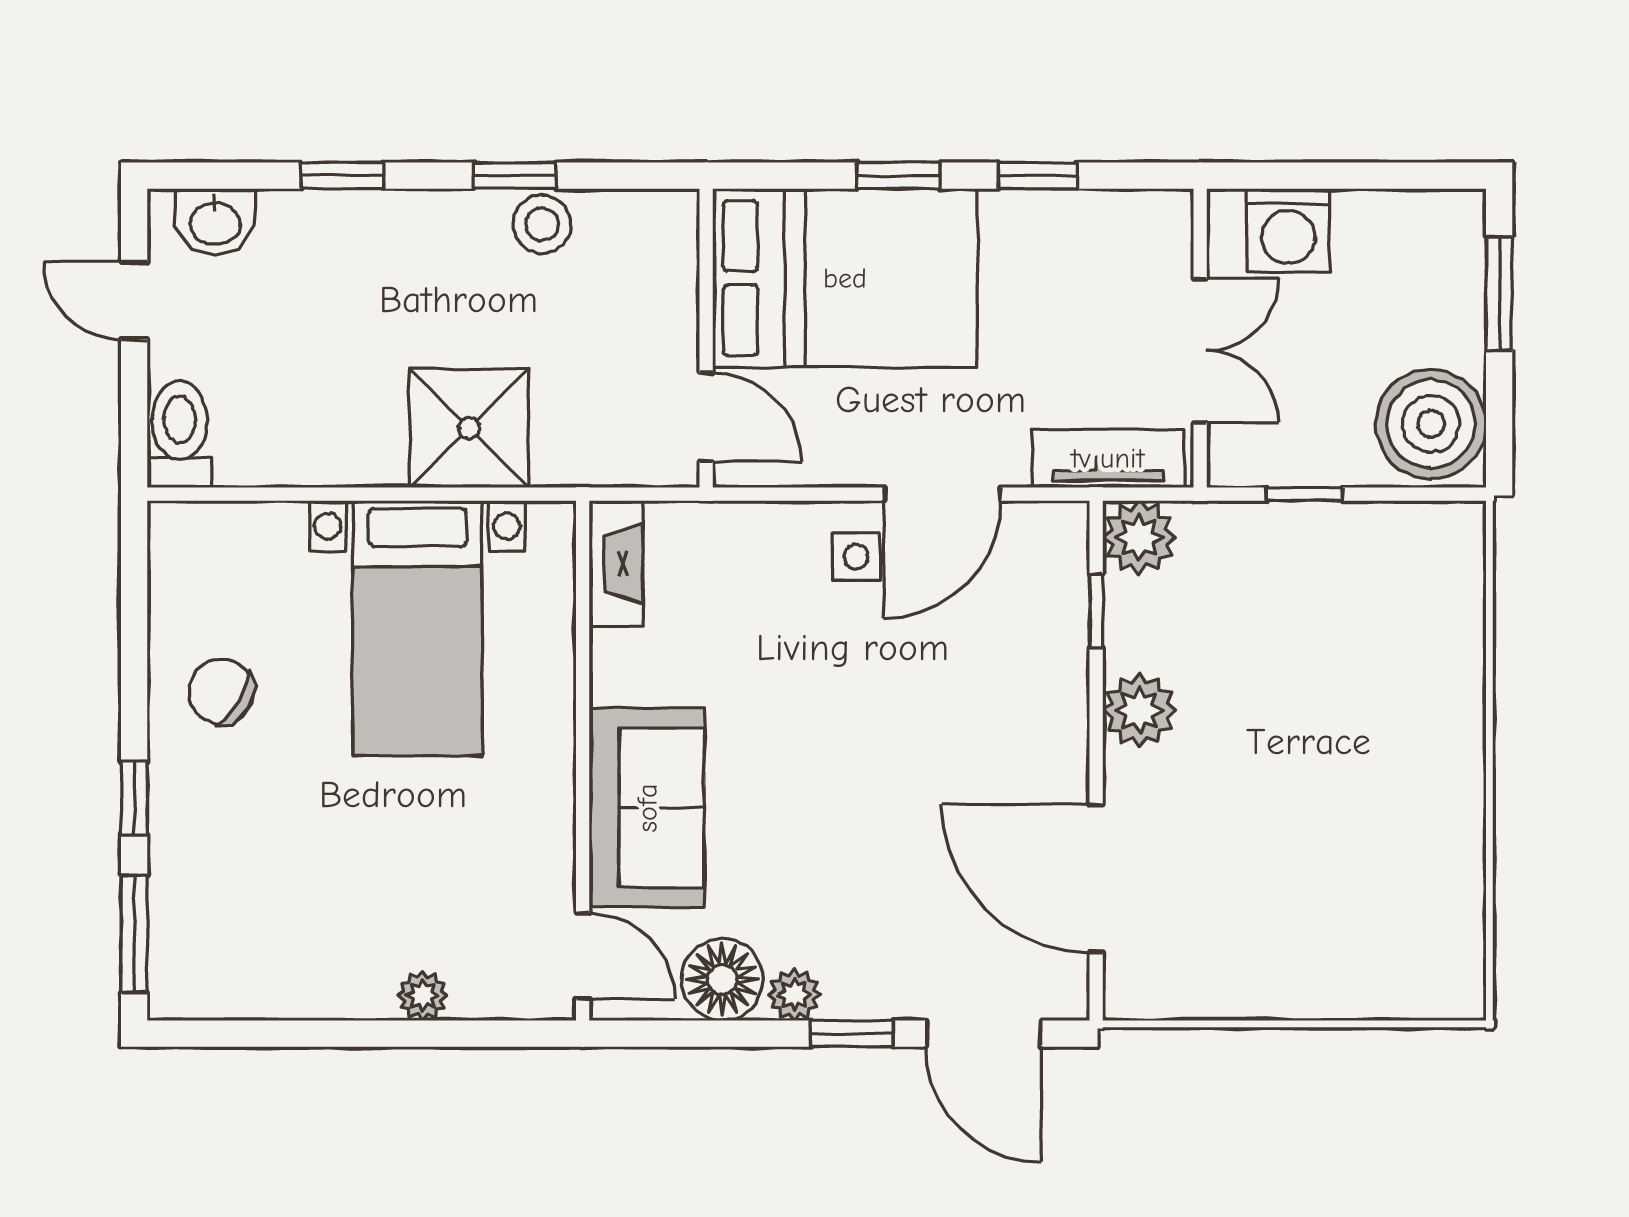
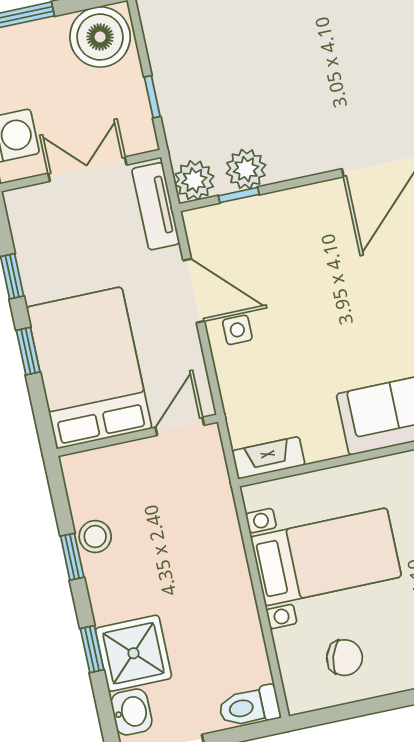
shower: (469, 428) -> (133, 653), moved
chair: (221, 692) -> (344, 658), moved, turned -104
plant: (1140, 710) -> (246, 169), moved

